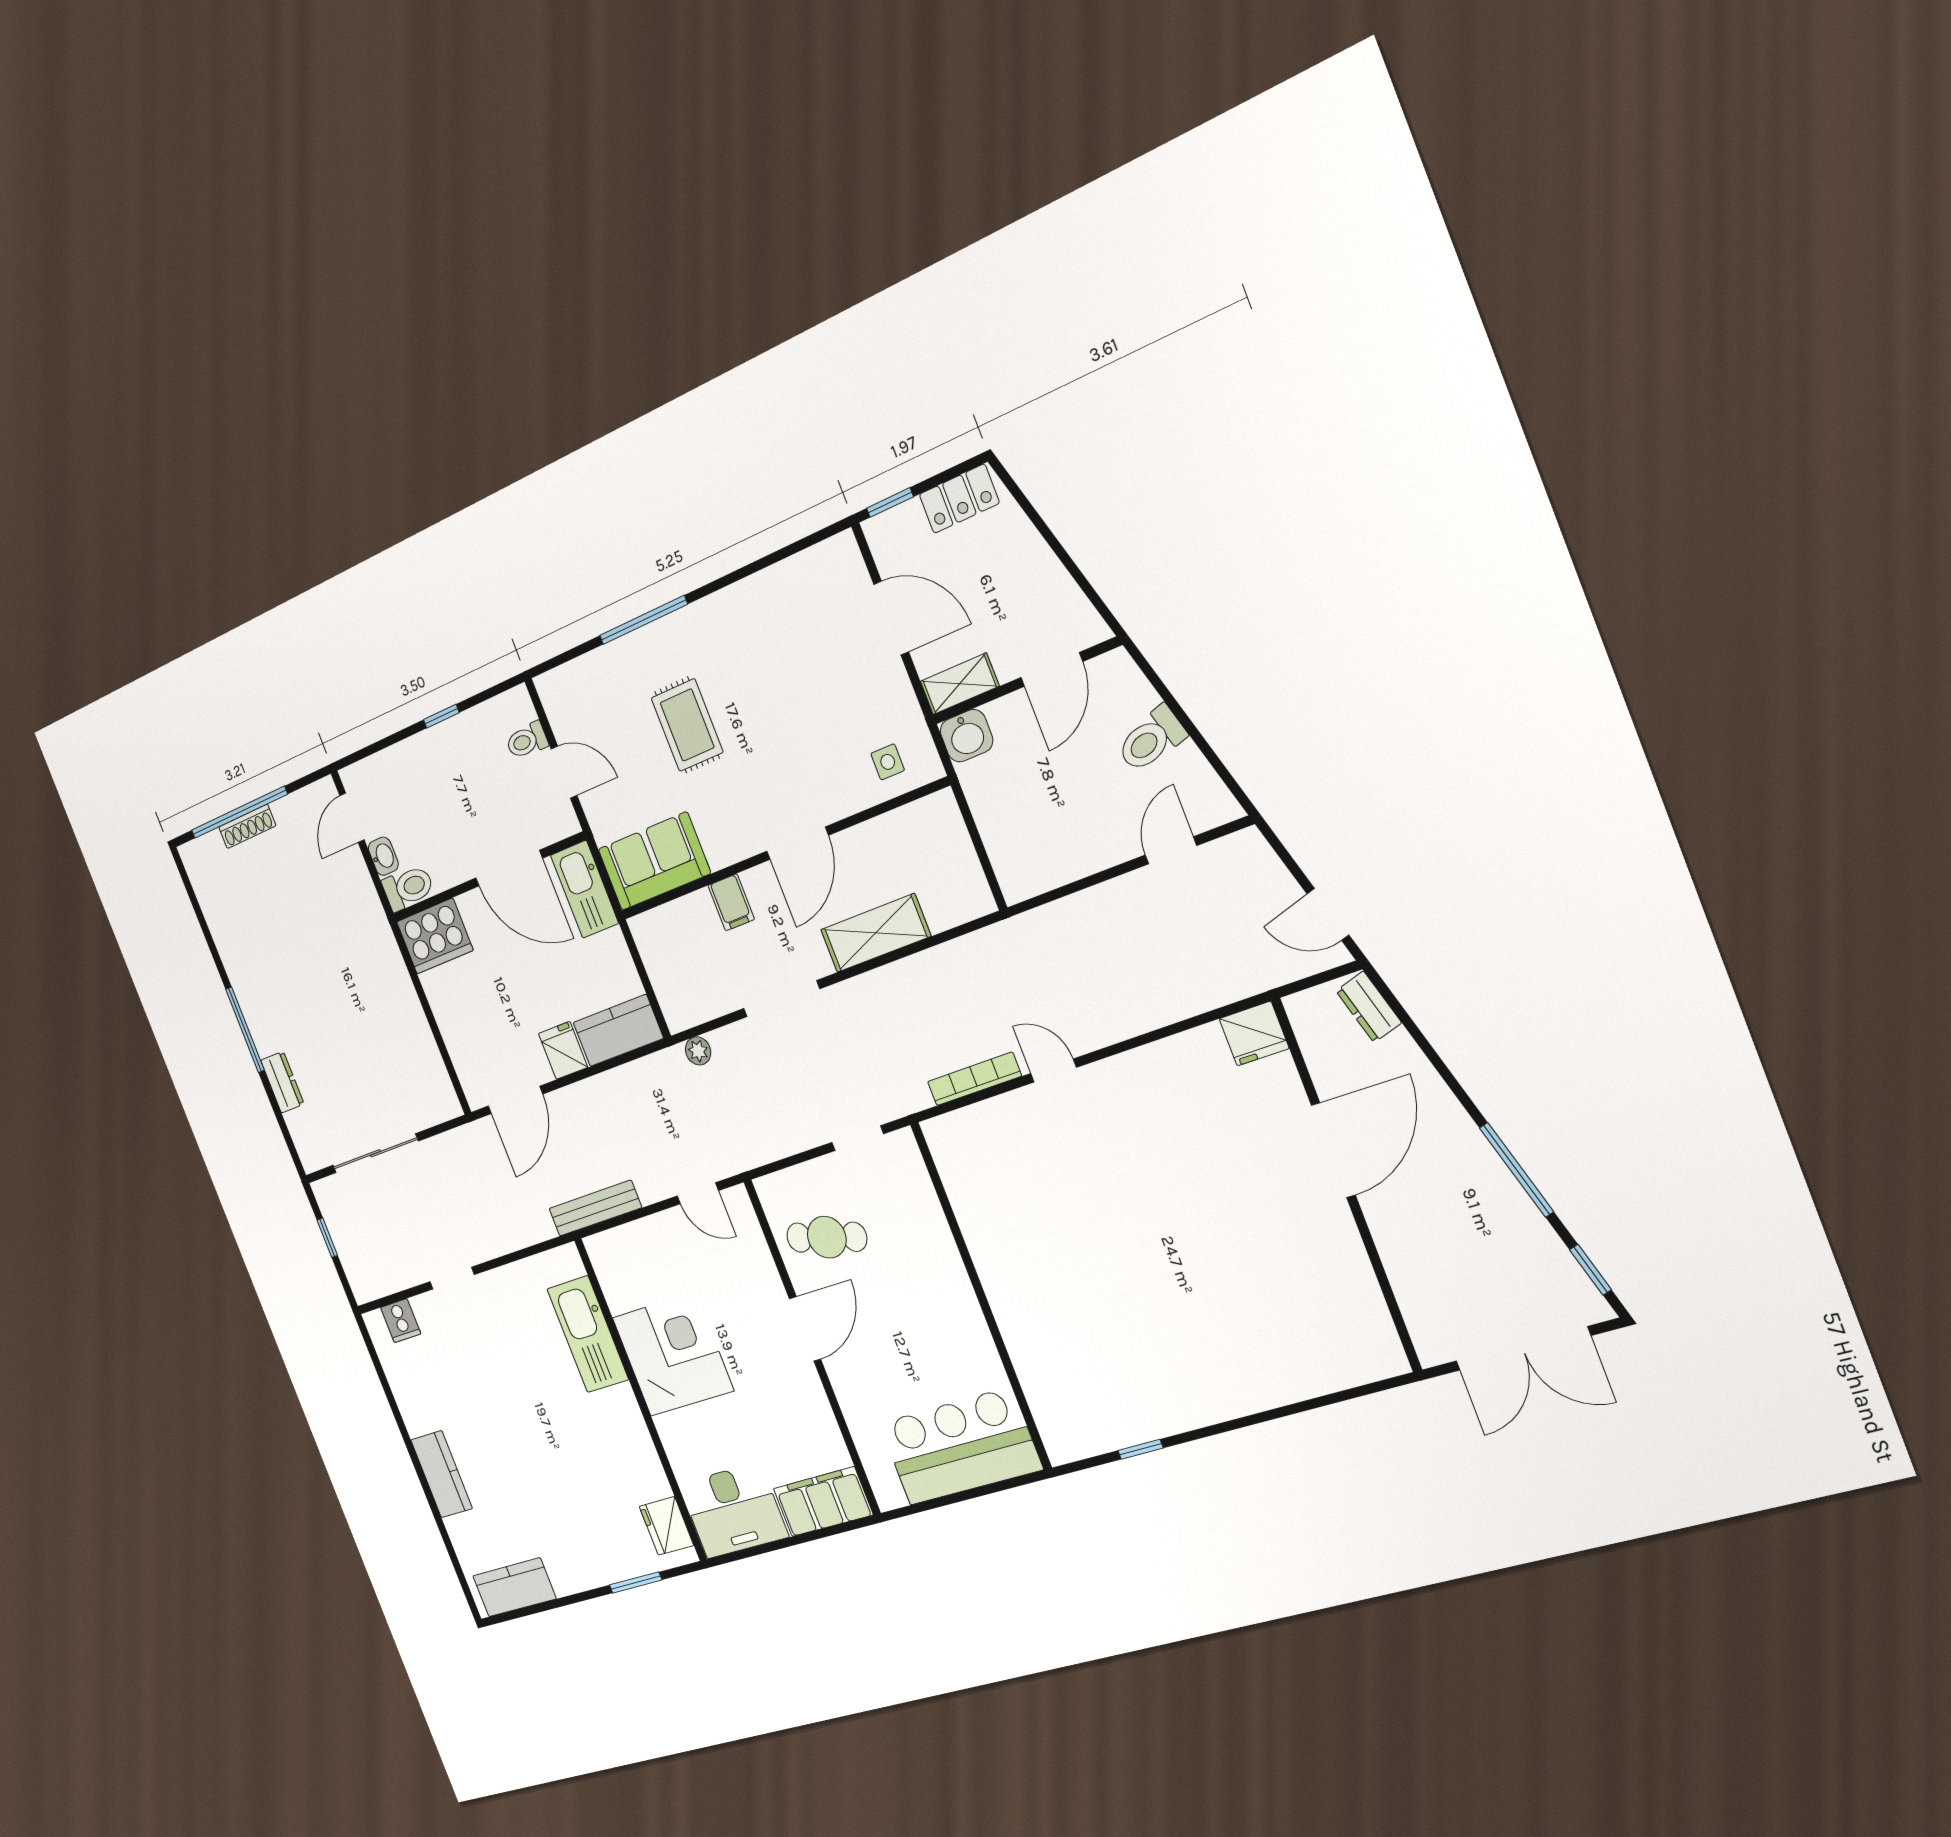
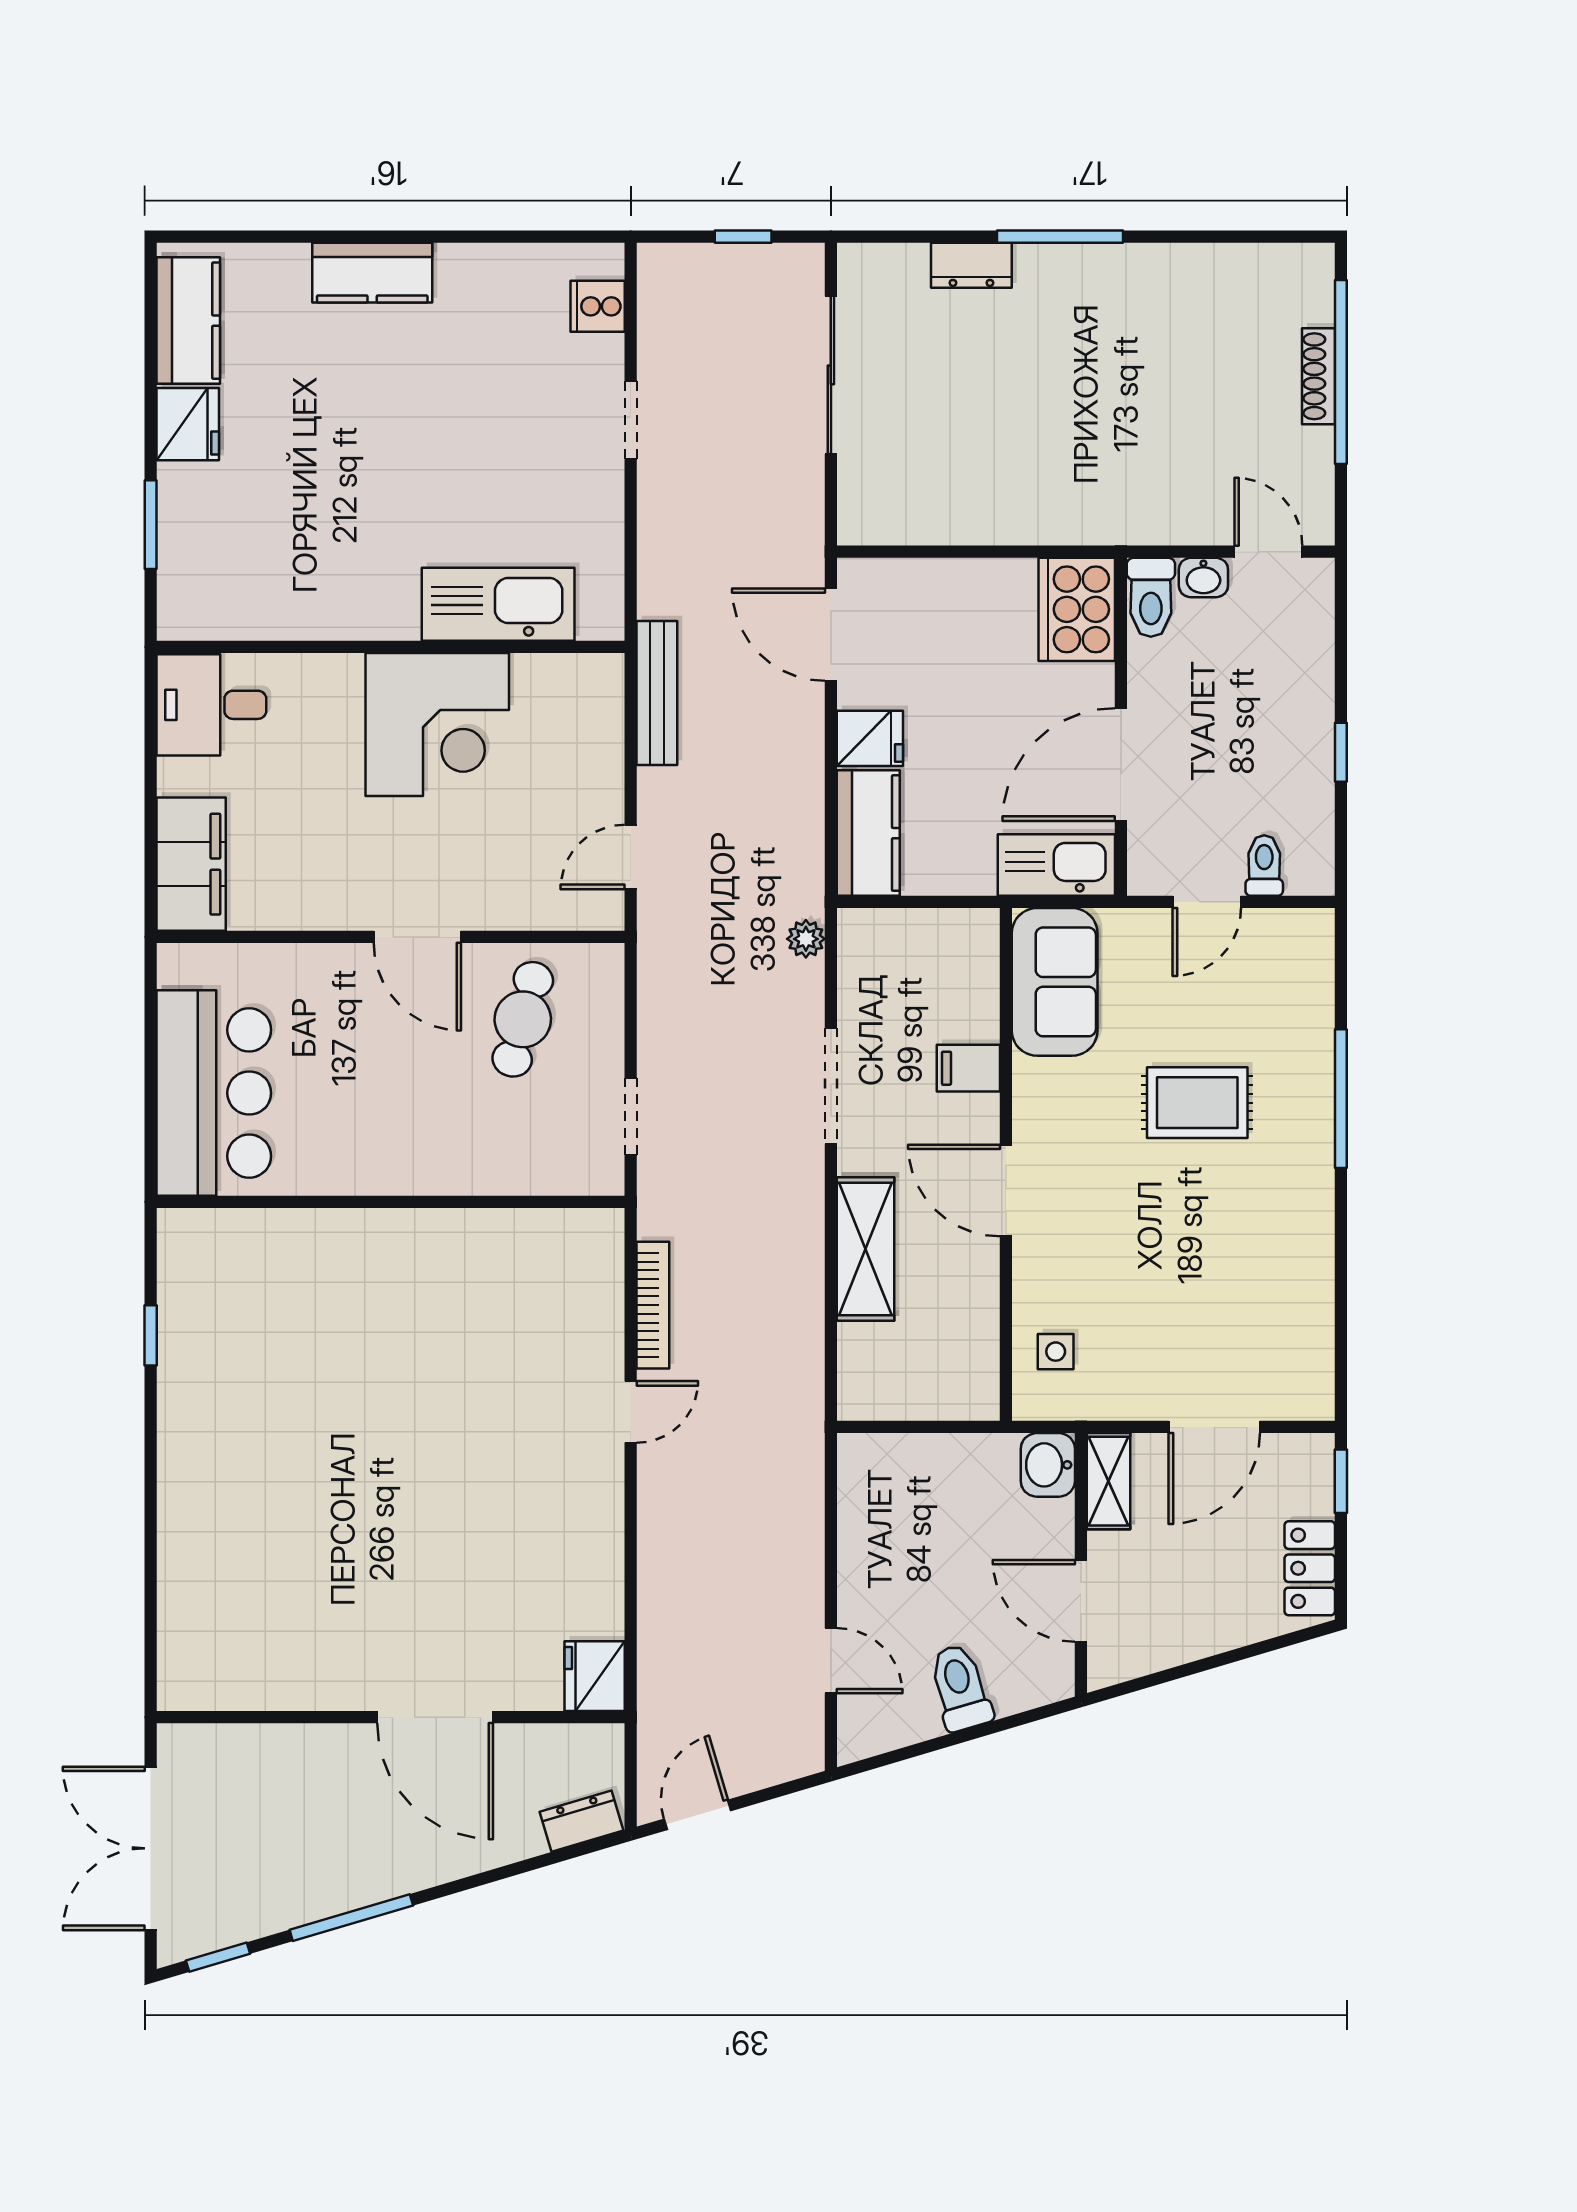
desk: (734, 1510) -> (211, 705), width x0.73
fridge: (666, 1526) -> (188, 424), moved, turned 90

